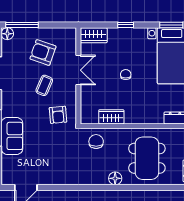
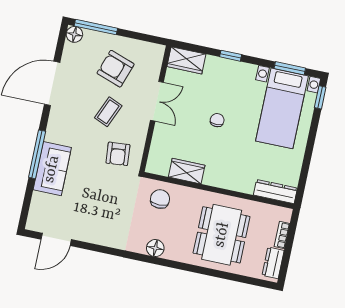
floor lamp: (115, 178) -> (155, 248), moved

